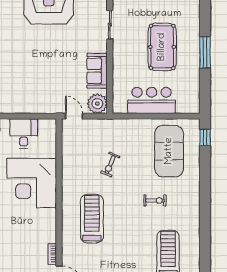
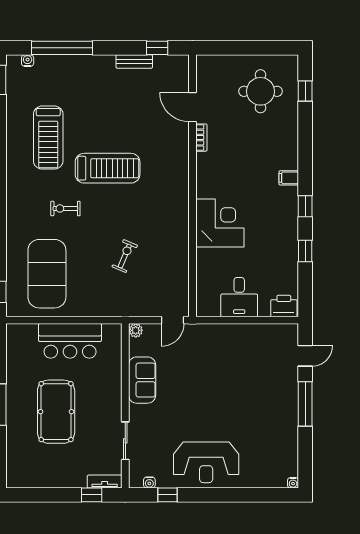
plant: (97, 104) -> (136, 330), width x0.53, depth x0.53
door: (74, 116) -> (173, 320), hinge flipped
corner desk: (32, 183) -> (220, 223), width x0.74, depth x0.74
treadmill: (92, 219) -> (108, 168), moved, turned -90

